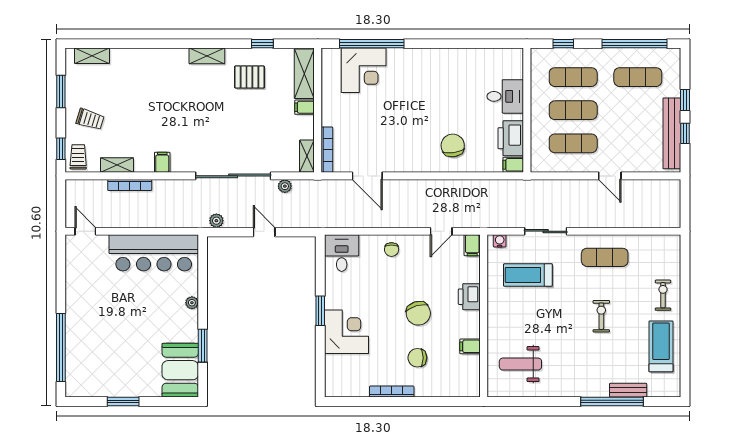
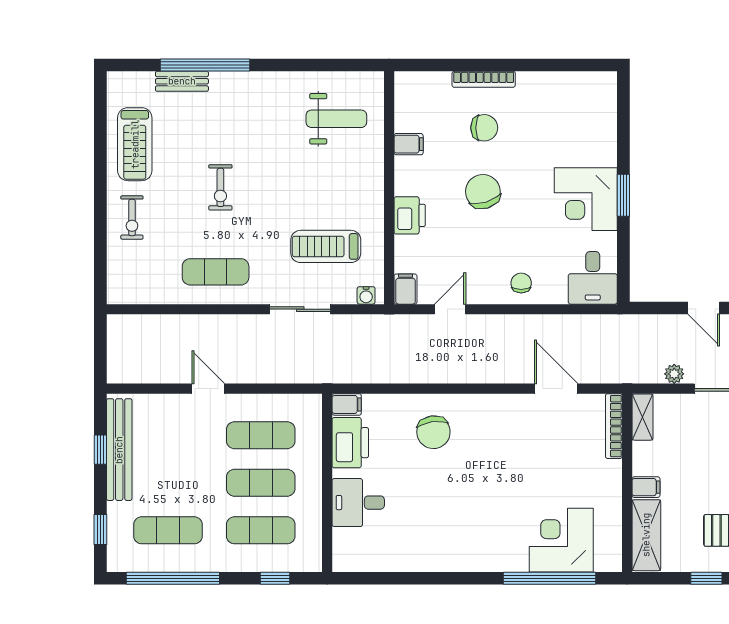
window: (685, 100) -> (100, 530), moved
treadmill: (528, 275) -> (326, 246), turned 180
corner desk: (346, 332) -> (586, 199), moved
bookcase: (392, 392) -> (484, 79), moved

